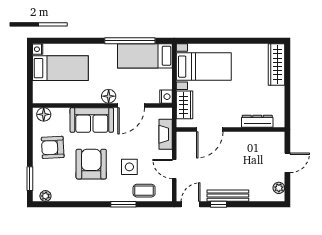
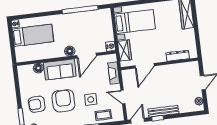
bed: (145, 56) -> (92, 19), removed
floor lamp: (44, 114) -> (38, 68), moved
armchair: (53, 147) -> (37, 104), moved

